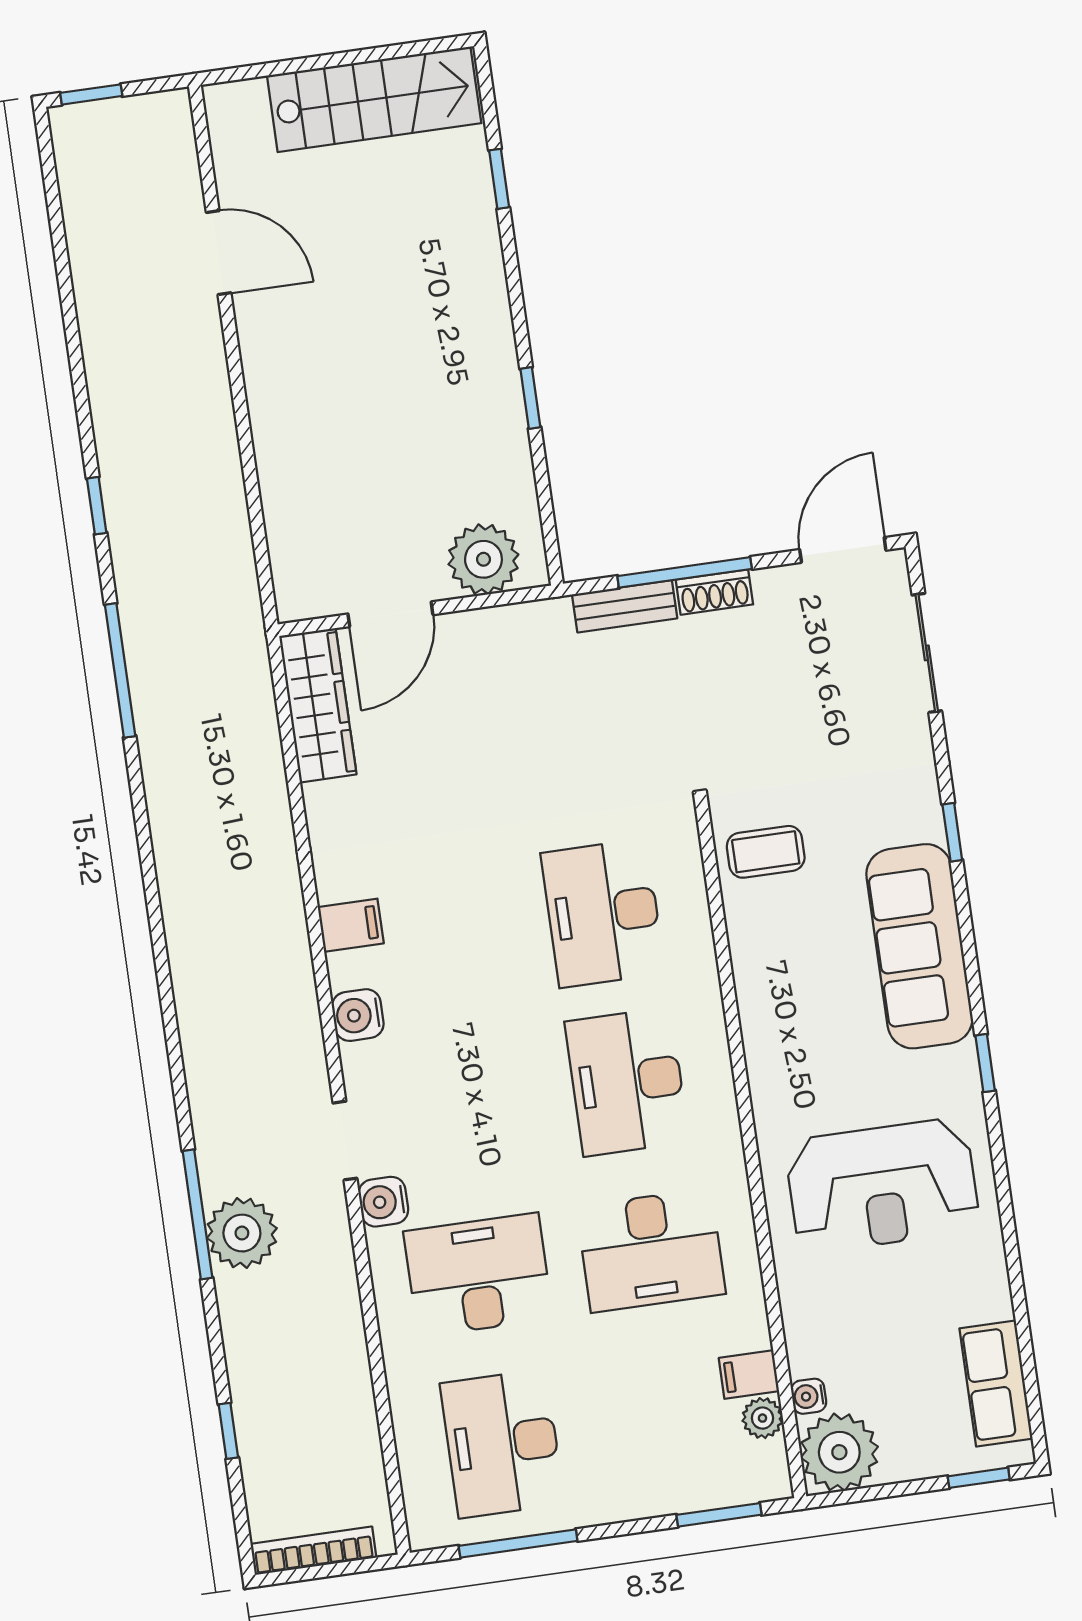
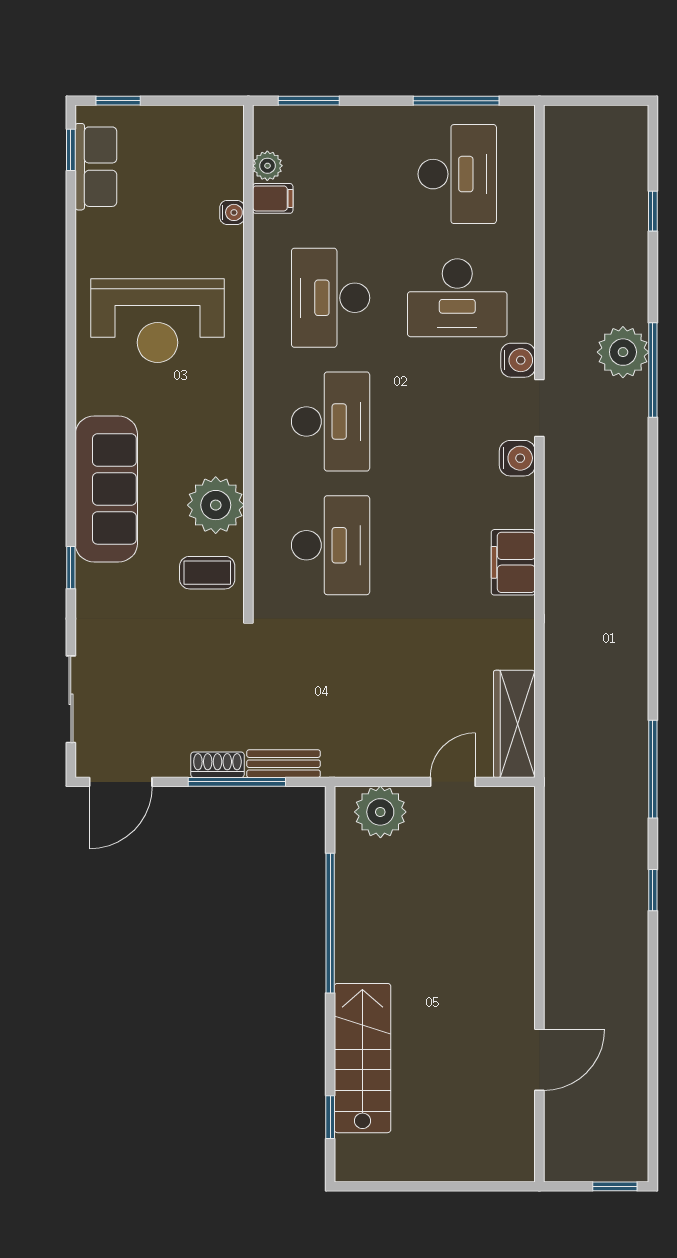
stairs: (374, 99) -> (362, 1058), moved, turned 90
window: (499, 179) -> (330, 1117), moved
door: (219, 253) -> (539, 1060), swing flipped
window: (530, 398) -> (330, 923), width x3.17
door: (390, 614) -> (453, 782), width x0.73
filing cabinet: (351, 925) -> (513, 562), width x2.00
water cooler: (358, 1015) -> (517, 458), moved
window: (985, 1063) -> (71, 150), moved
reception desk: (882, 1186) -> (157, 321), turned 180
desk: (651, 1250) -> (331, 298), turned -90
water cooler: (809, 1396) -> (232, 212), moved
plant: (839, 1452) -> (216, 505), moved
bookcase: (313, 1551) -> (604, 116), removed

